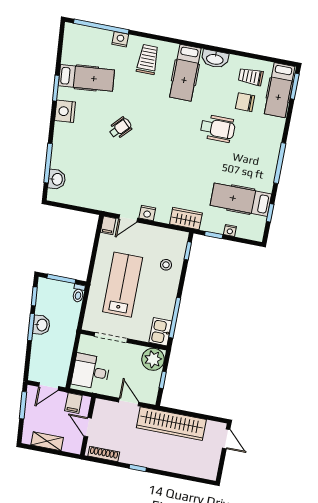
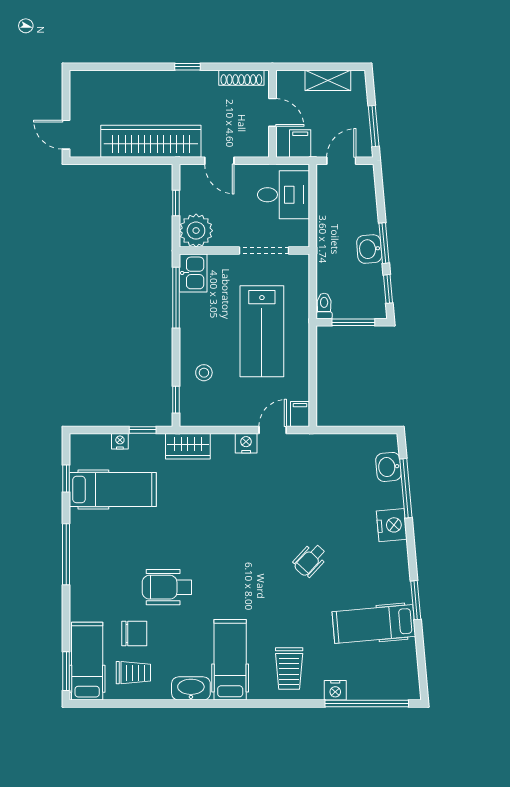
nightstand: (65, 111) -> (392, 525), moved

